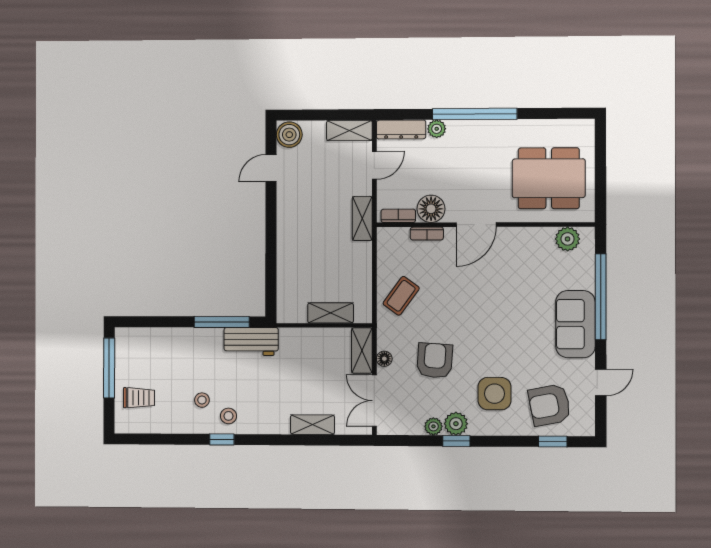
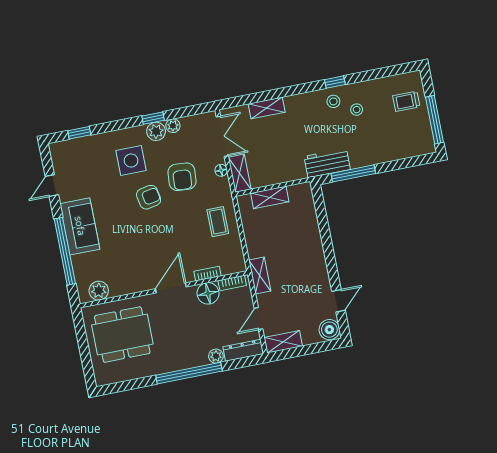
coffee table: (401, 296) -> (218, 222), turned -36
armchair: (549, 405) -> (149, 197), moved, width x0.72, depth x0.72

